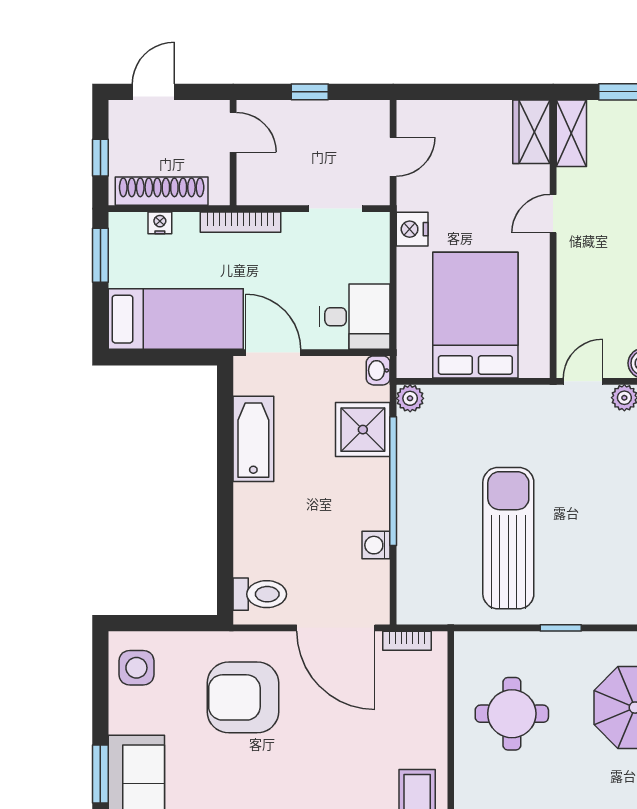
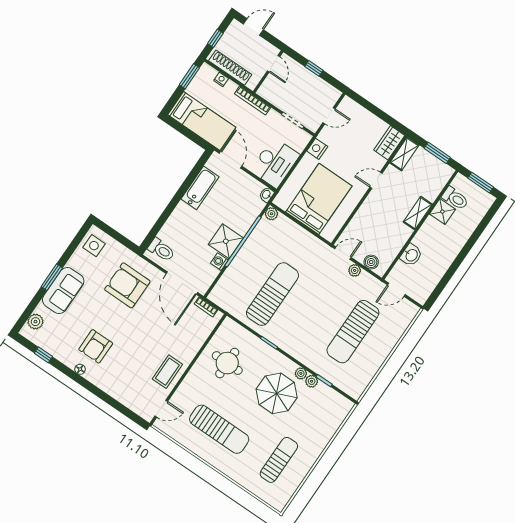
desk: (355, 317) -> (275, 163), width x1.37
shower: (363, 430) -> (226, 241), moved

